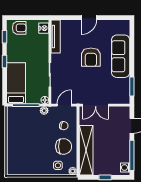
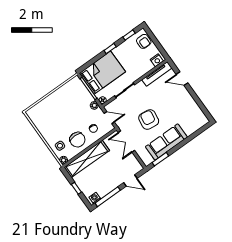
door: (89, 18) -> (182, 79), moved
sofa: (121, 56) -> (166, 142), moved
armchair: (91, 57) -> (149, 119), moved, turned 98
bed: (16, 83) -> (102, 73), width x1.50

